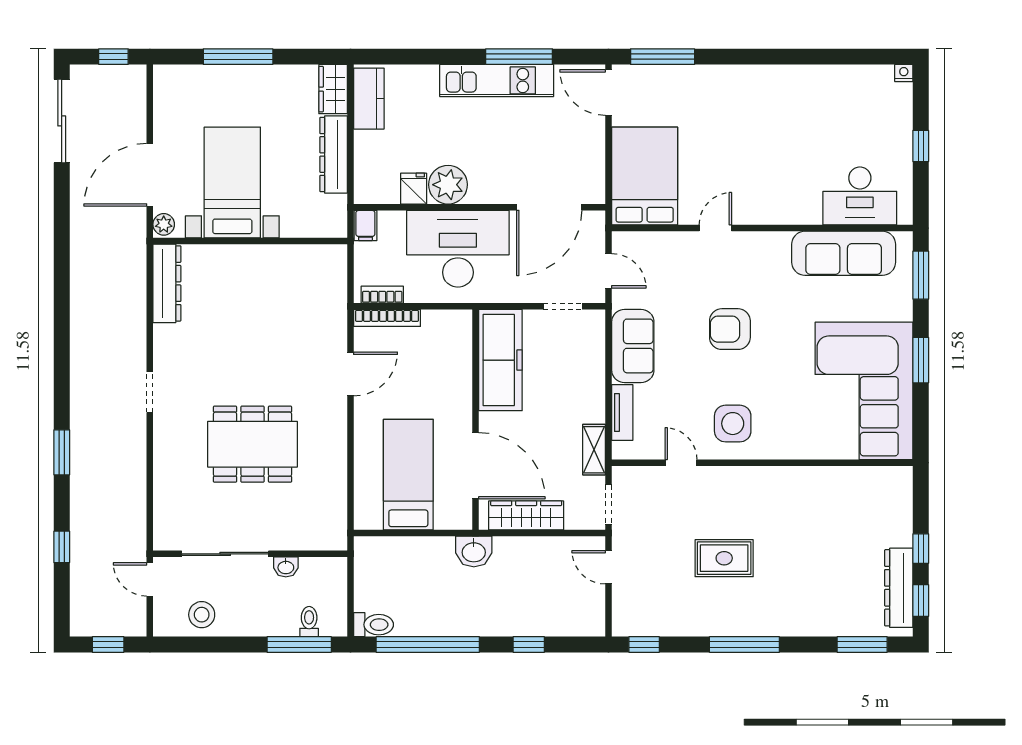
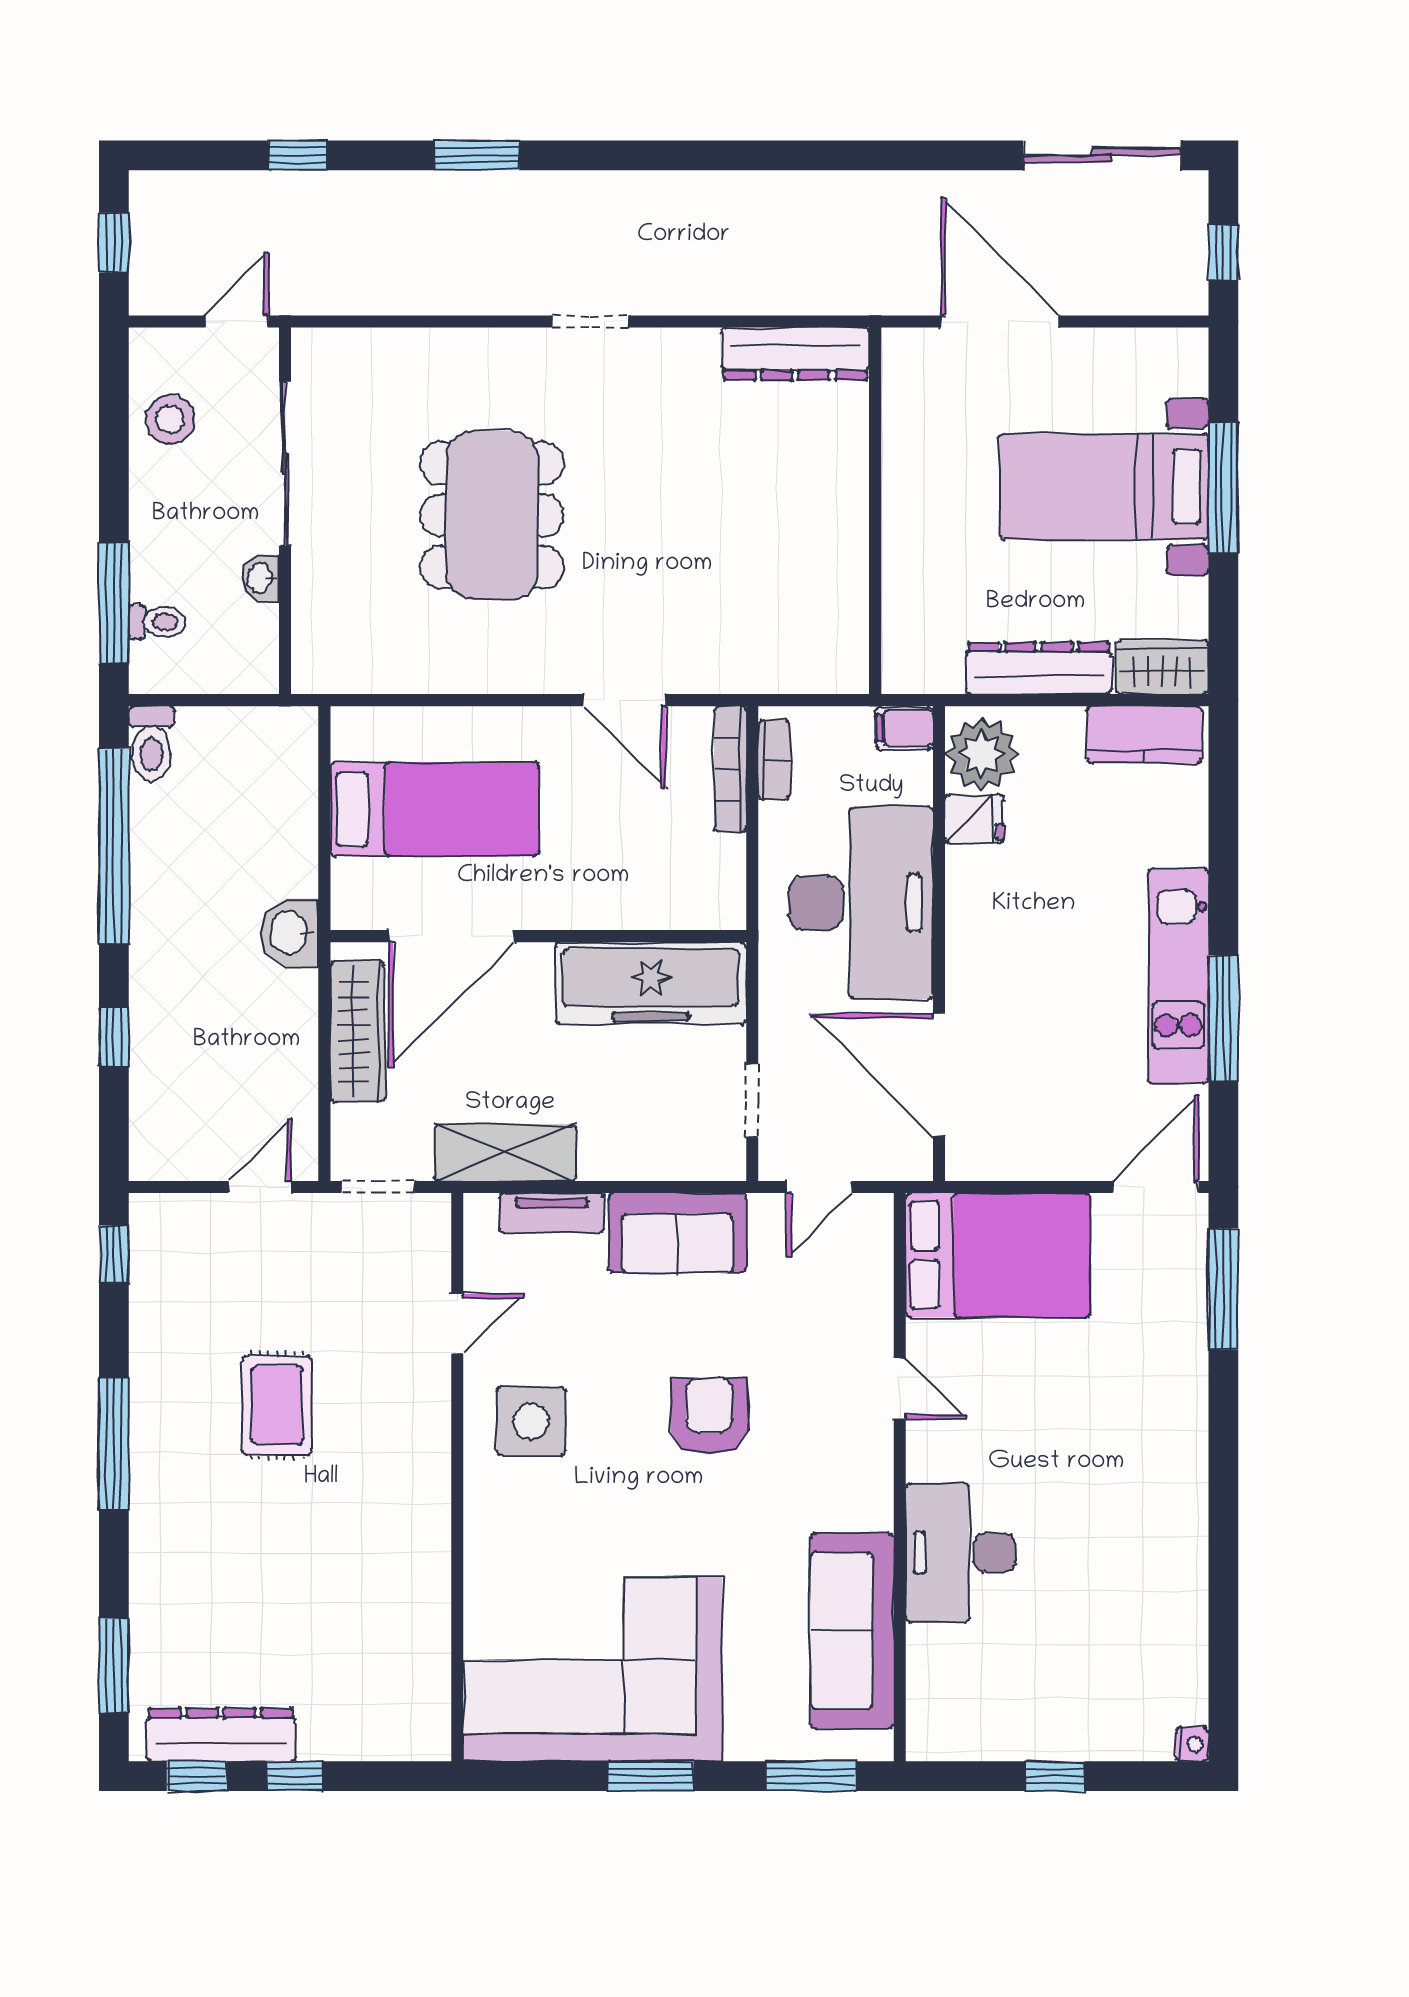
bed with nightstands: (232, 183) -> (1104, 486), moved, turned 180
plant: (448, 185) -> (982, 754), moved
desk: (860, 196) -> (960, 1553), moved
plant: (164, 224) -> (907, 348), removed
shelving: (594, 450) -> (505, 1153), width x1.50, depth x1.33

